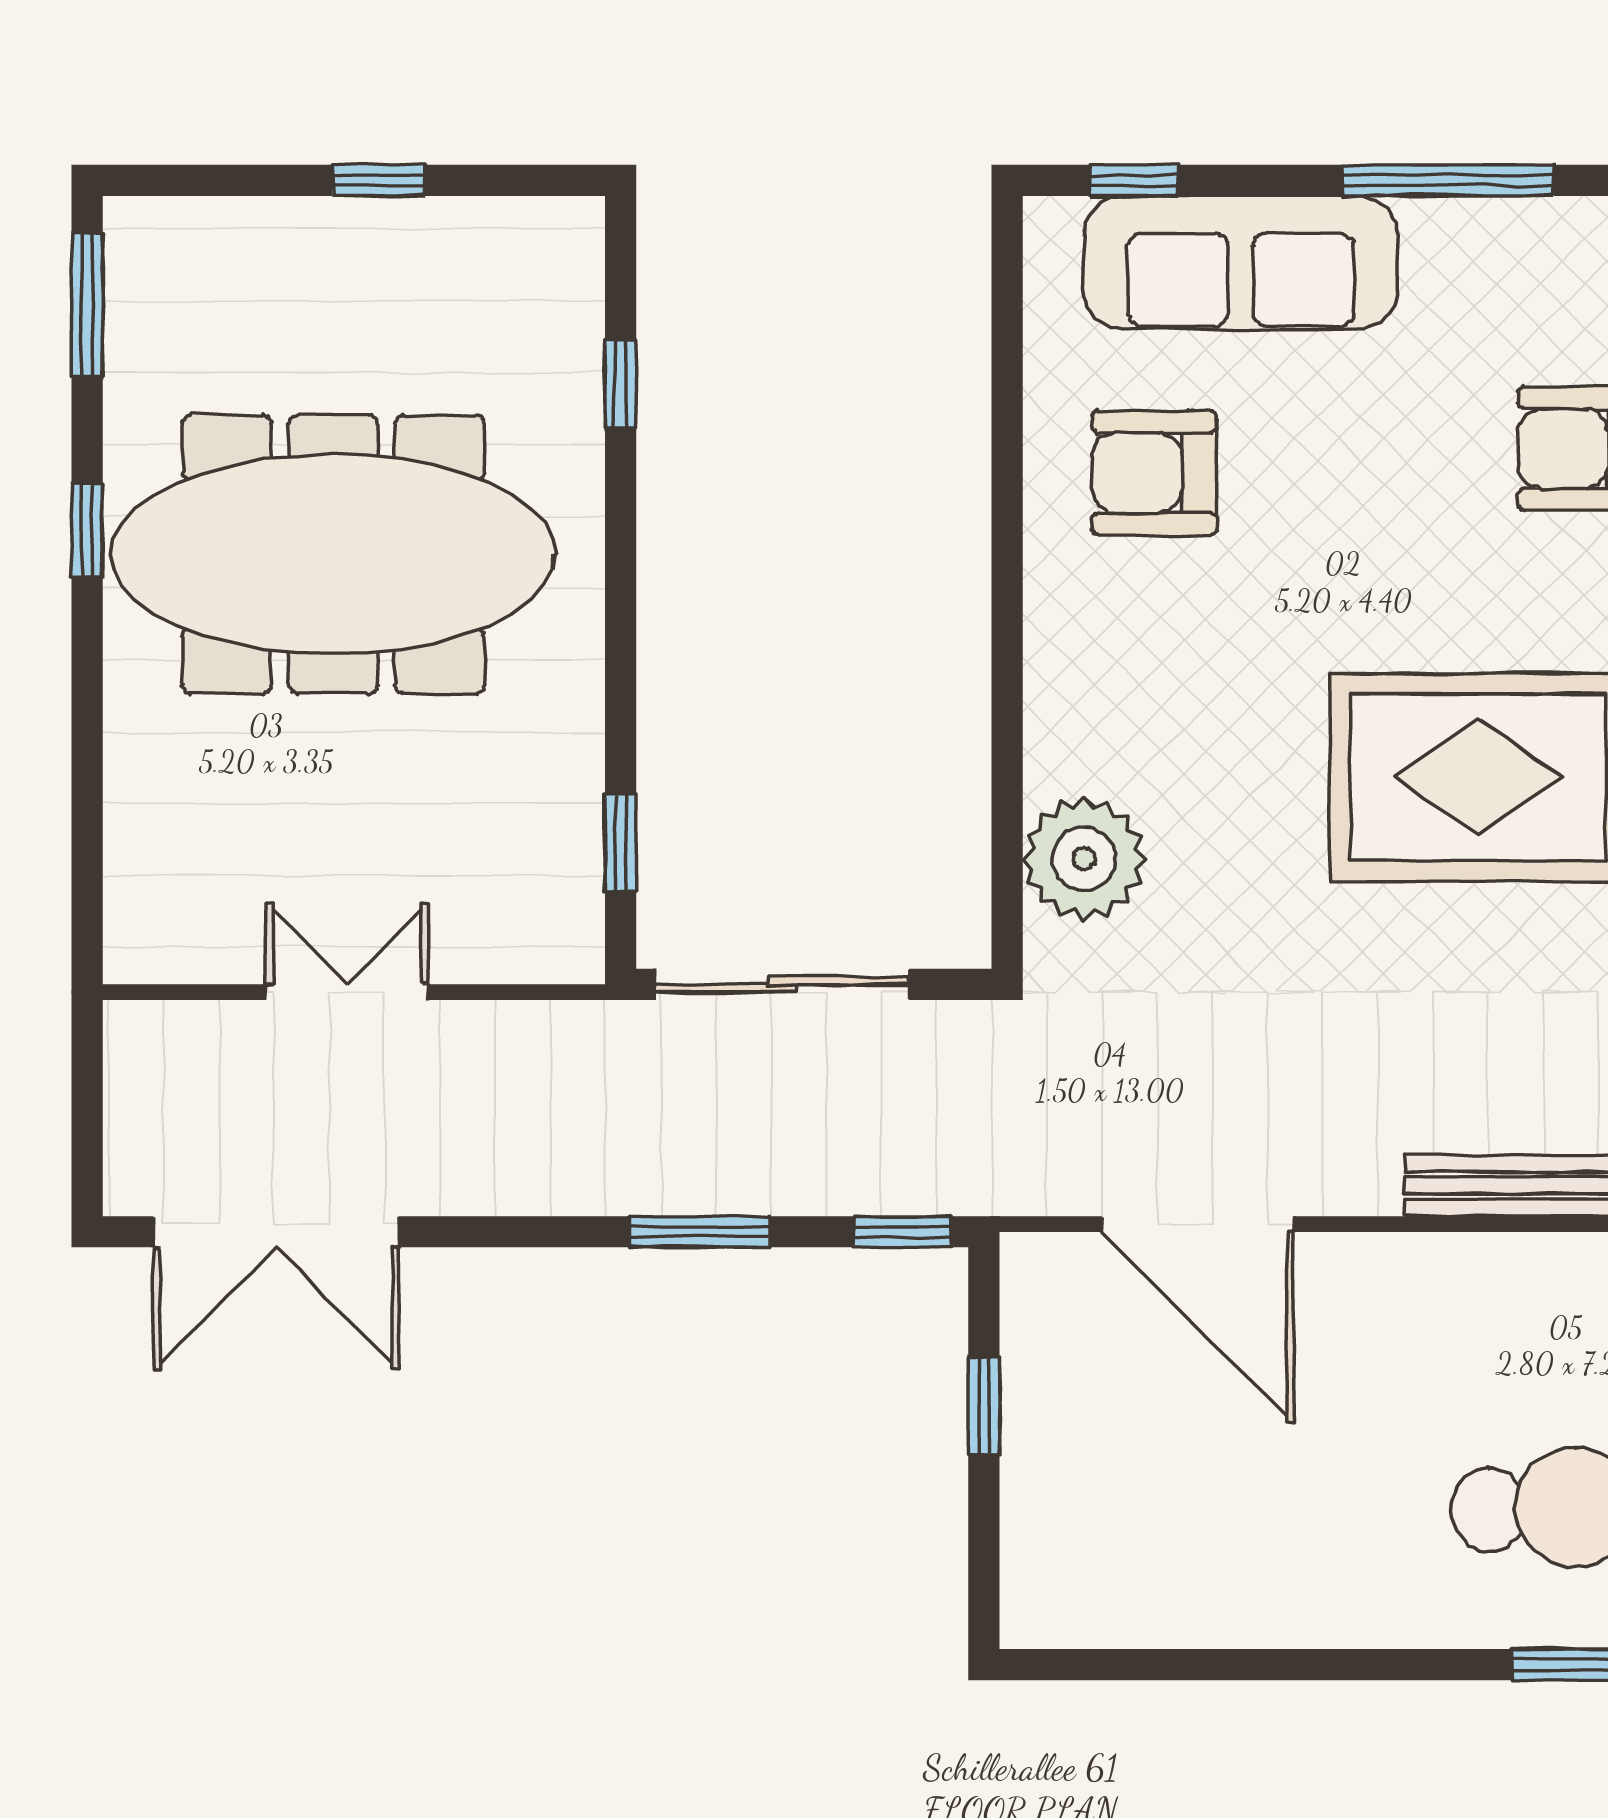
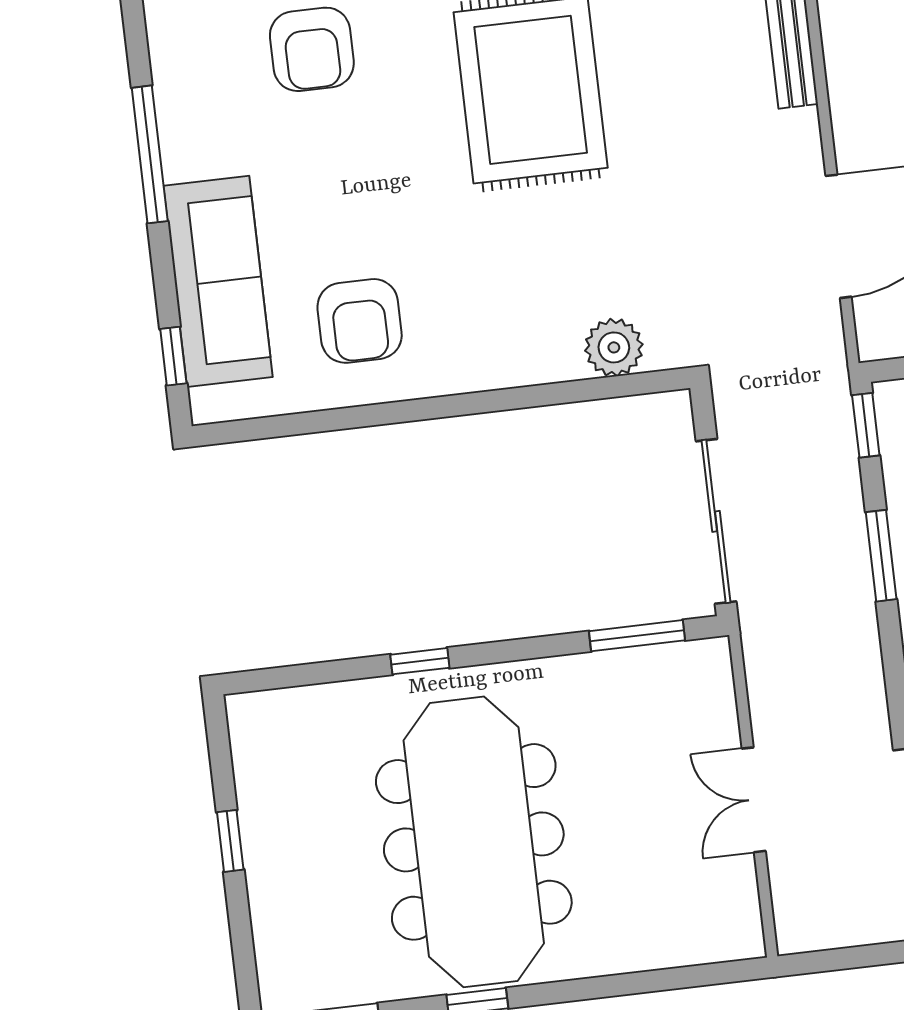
window: (621, 384) -> (420, 661), moved
window: (621, 842) -> (637, 636), width x1.50
plant: (1084, 859) -> (614, 347), width x0.73, depth x0.73

